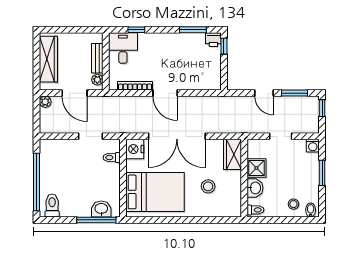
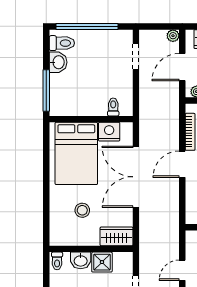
doorway: (90, 136) -> (136, 57), moved
nightstand: (135, 149) -> (109, 132), moved
washbasin: (101, 209) -> (58, 62), moved

